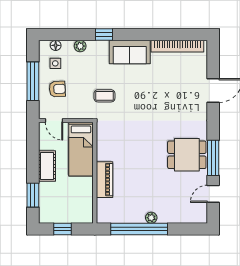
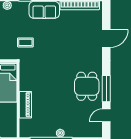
dining table: (187, 155) -> (87, 86), turned 90

